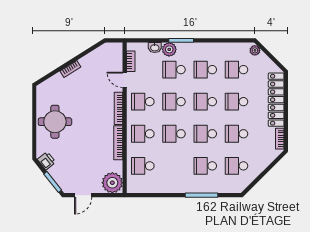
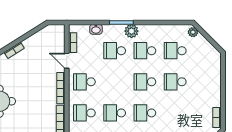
plant: (169, 49) -> (131, 31), moved
locker: (276, 100) -> (214, 80), removed
school desk: (174, 102) -> (115, 82), removed
school desk: (237, 134) -> (175, 113), removed

